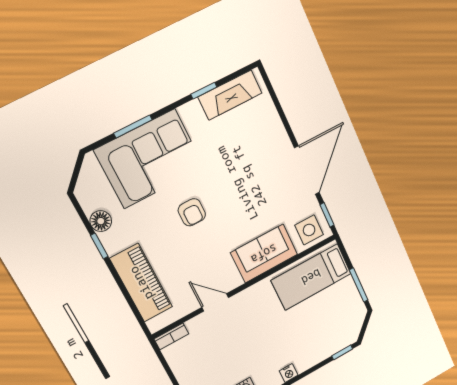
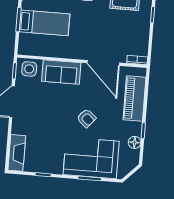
fireplace: (230, 95) -> (17, 153), moved, turned 90
armchair: (192, 212) -> (86, 118), turned 131
bed: (311, 277) -> (44, 23), moved
door: (215, 302) -> (103, 63), width x1.87

